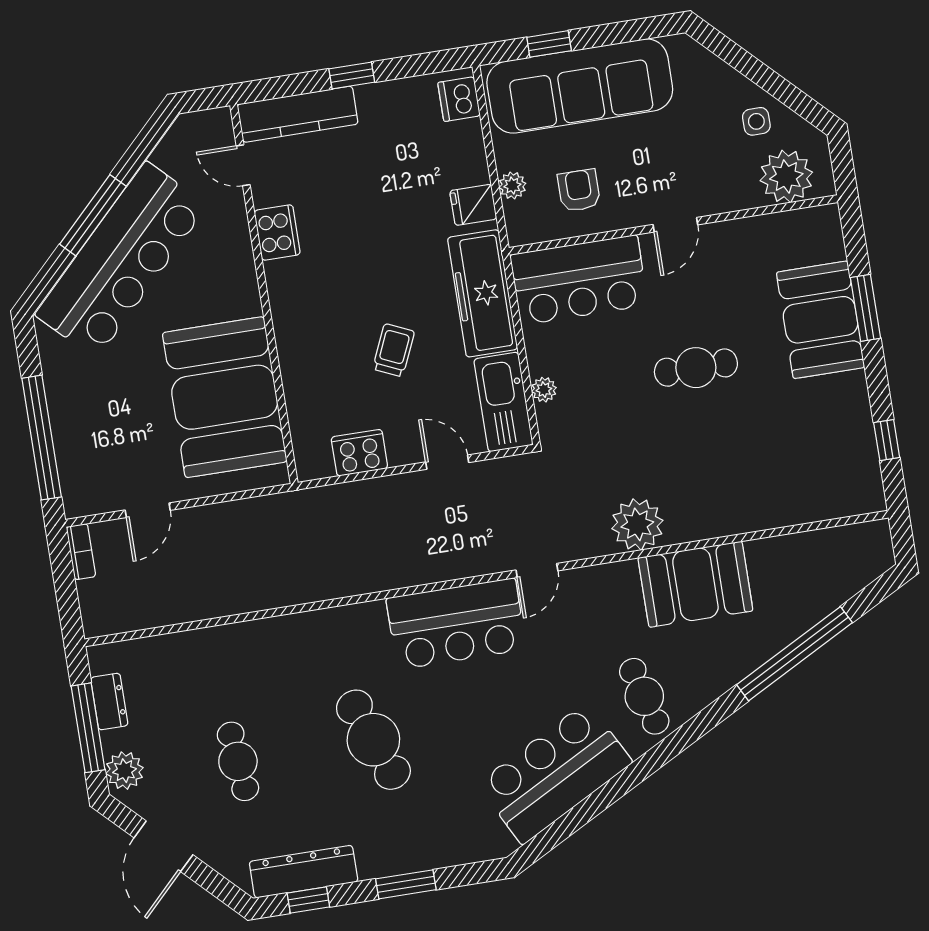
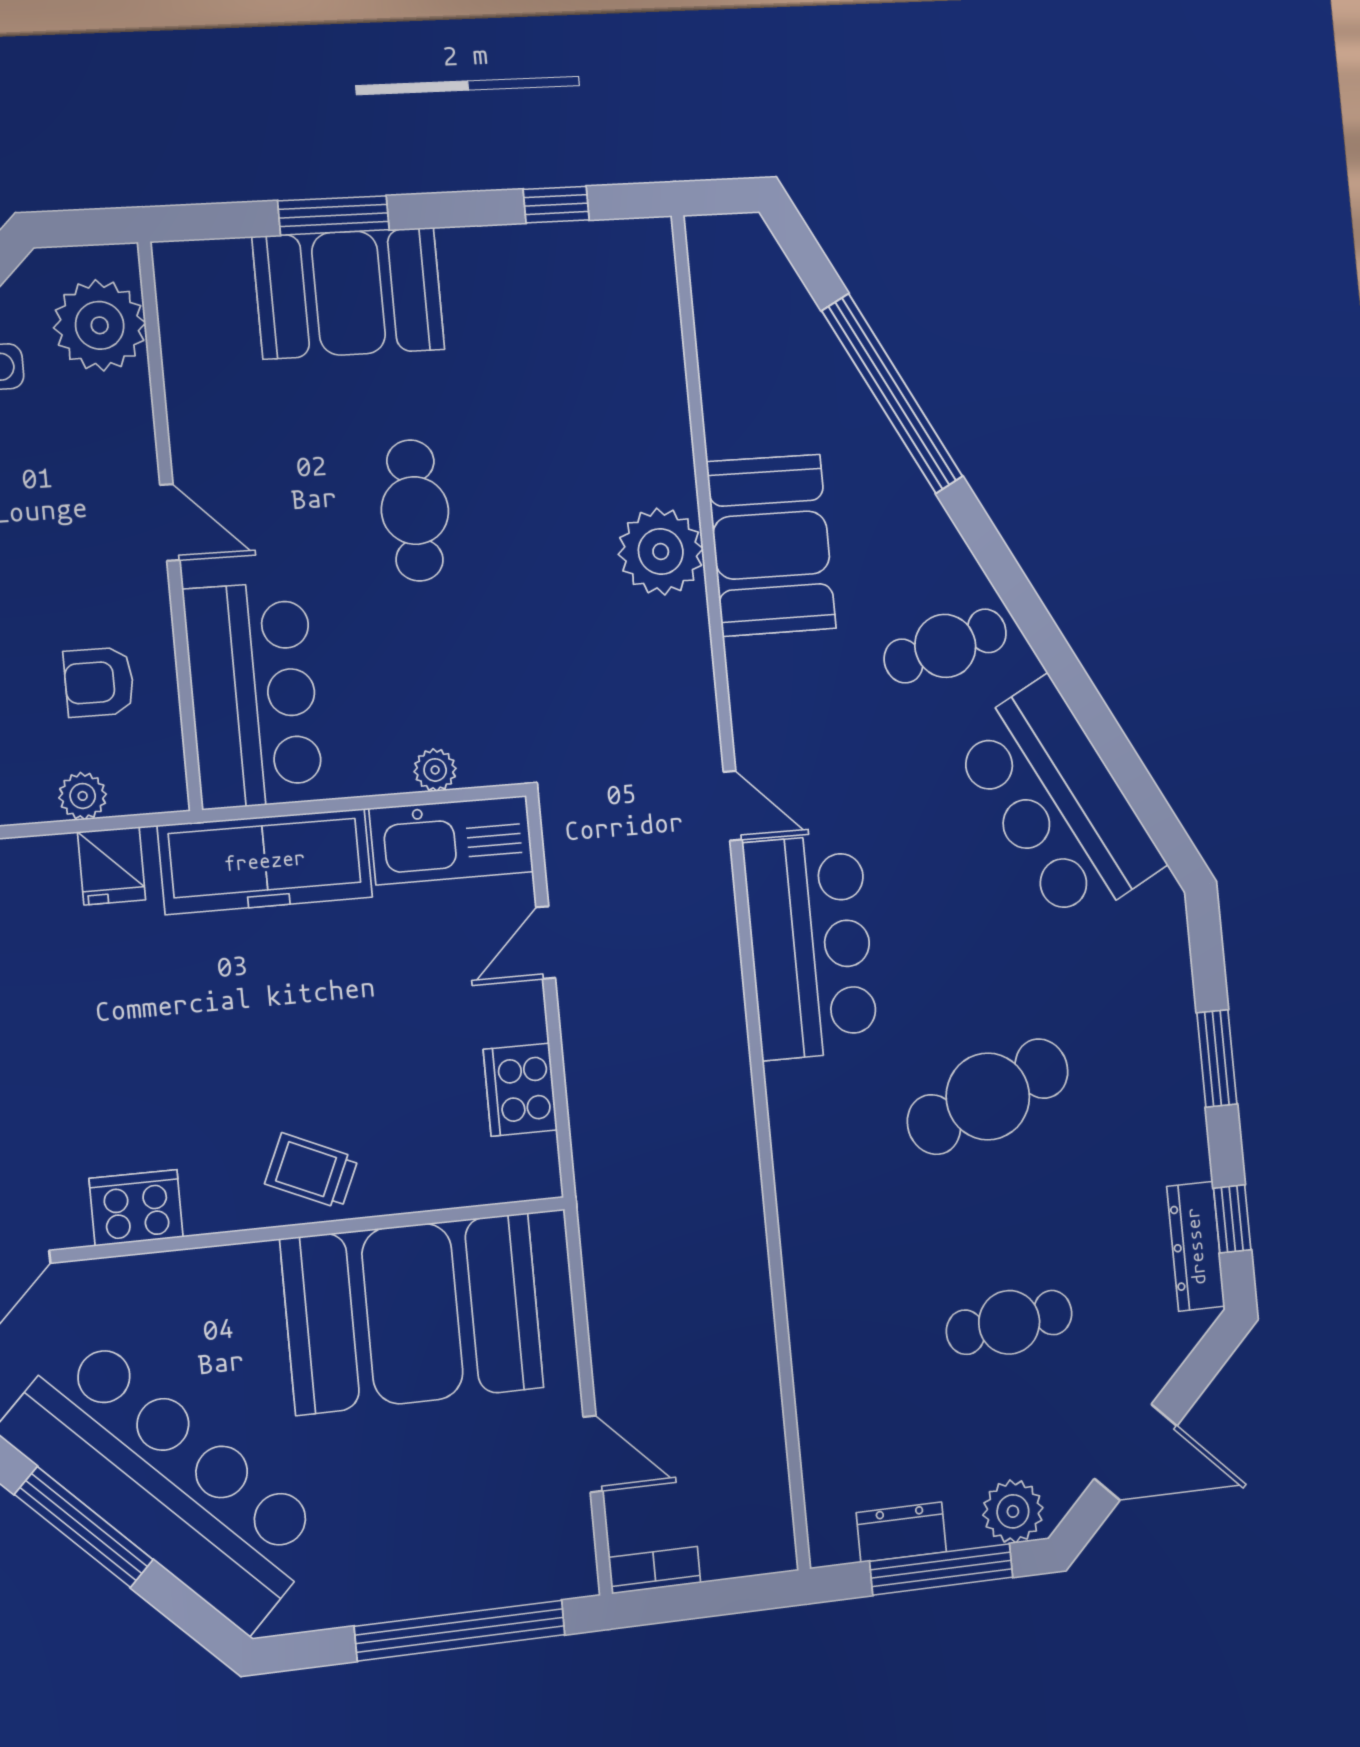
trolley: (394, 350) -> (312, 1171), moved
plant: (637, 524) -> (661, 552), moved
dresser: (304, 872) -> (1196, 1246), width x0.73, depth x0.80

